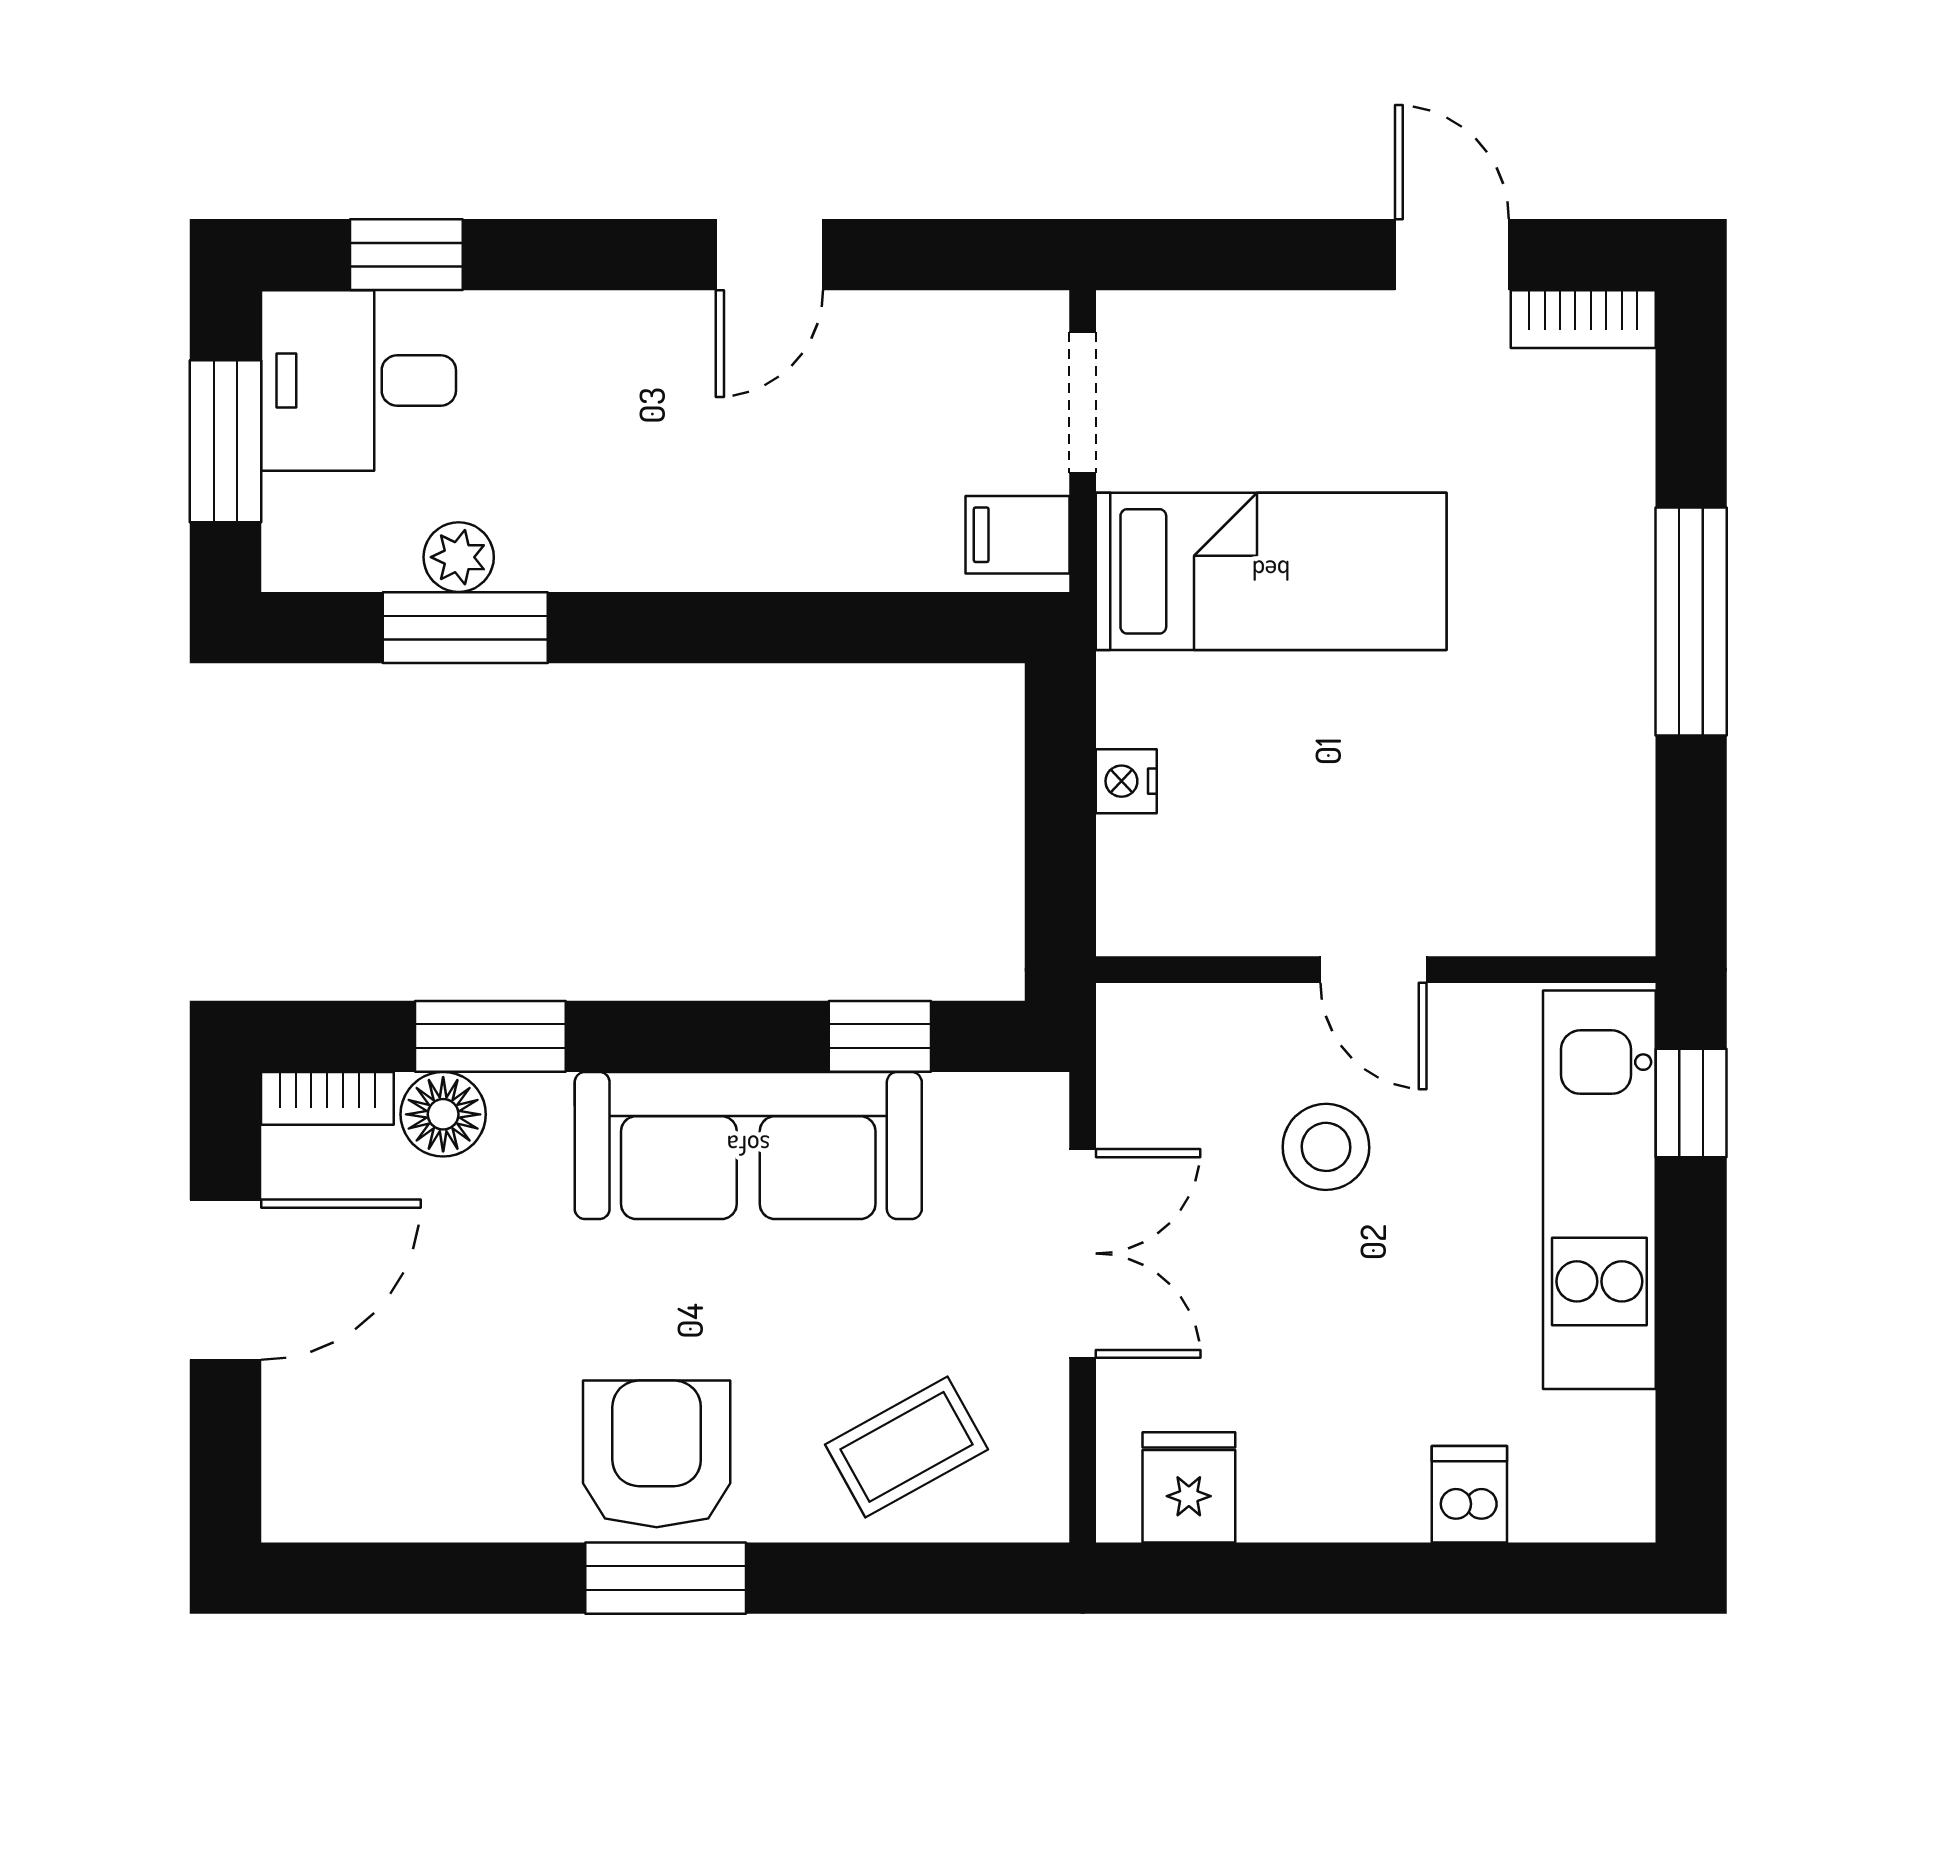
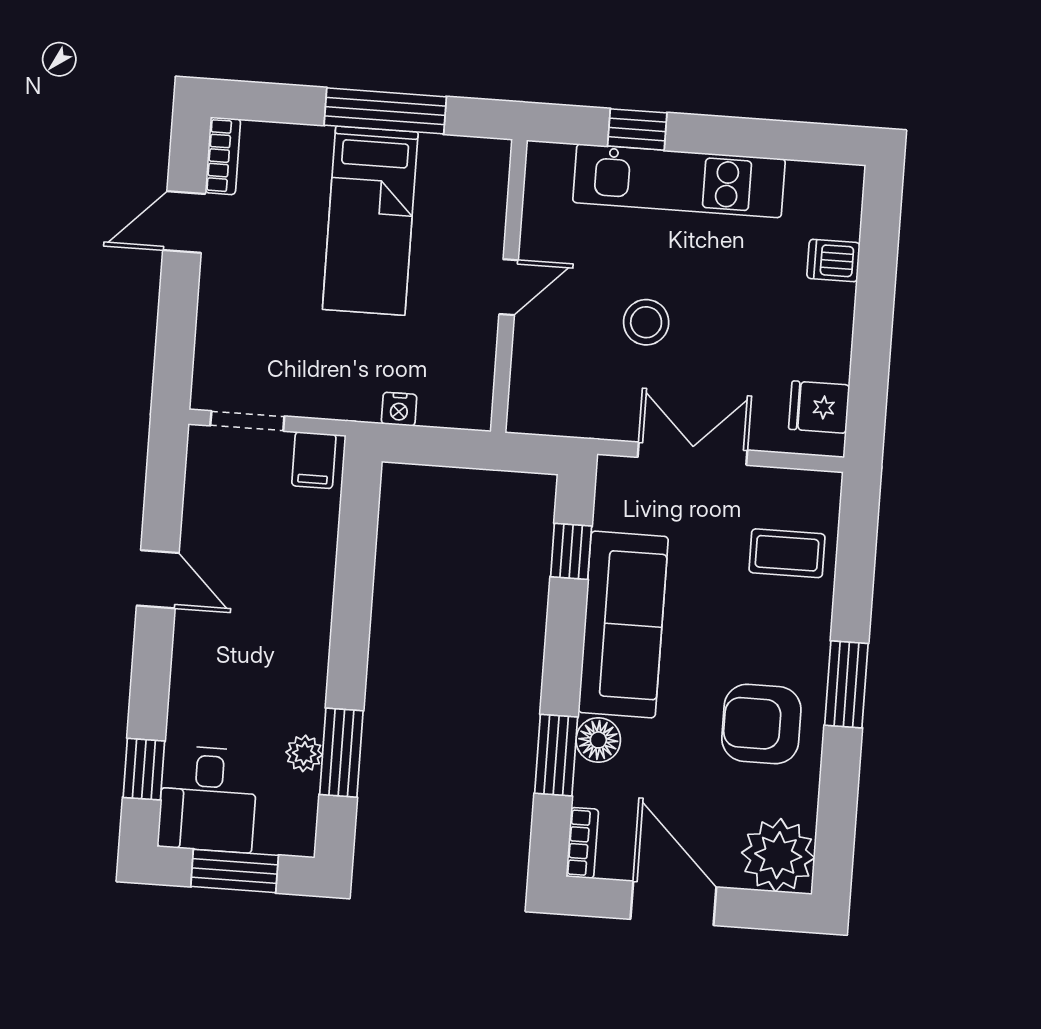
bed: (1271, 571) -> (370, 221), moved, turned 180
nightstand: (1126, 781) -> (399, 409), moved
door: (1373, 970) -> (509, 287), moved
wall: (1376, 970) -> (509, 286), moved
floor lamp: (443, 1114) -> (598, 740), moved
coffee table: (906, 1447) -> (787, 553), turned -61
armchair: (657, 1454) -> (761, 724), moved
plant: (331, 1472) -> (778, 855), added

